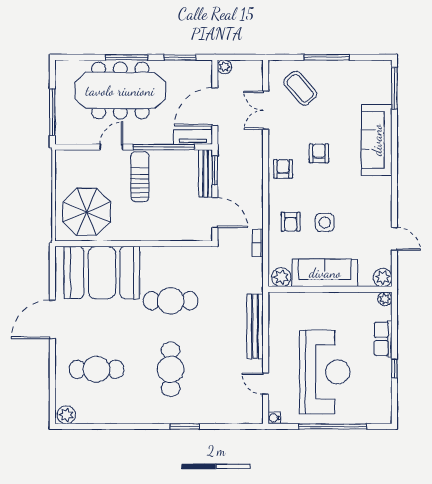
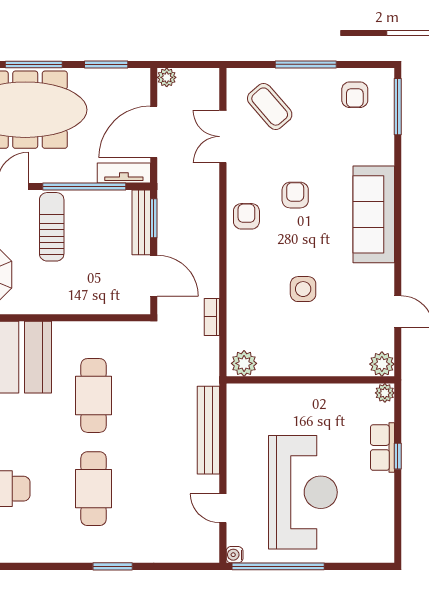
sofa: (377, 140) -> (374, 214), moved
armchair: (291, 222) -> (355, 95), moved
sofa: (325, 273) -> (303, 358), removed
cafe table: (171, 301) -> (94, 395), turned 90
window: (394, 368) -> (398, 456), moved
window: (333, 426) -> (278, 566), moved

